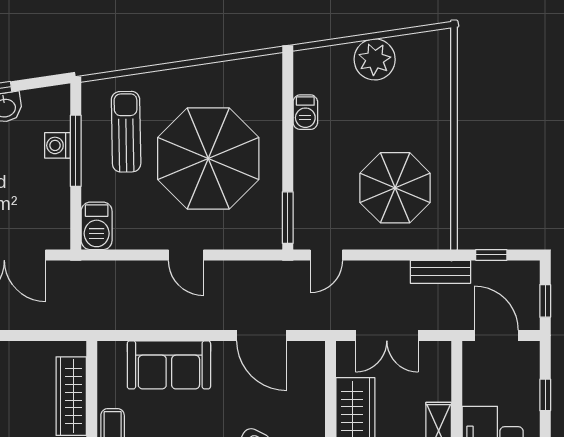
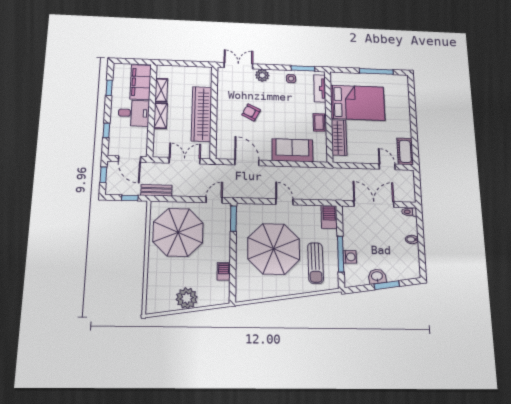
parasol: (395, 188) -> (178, 232), width x1.36, depth x1.36

